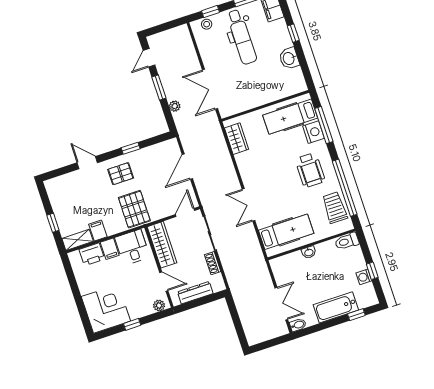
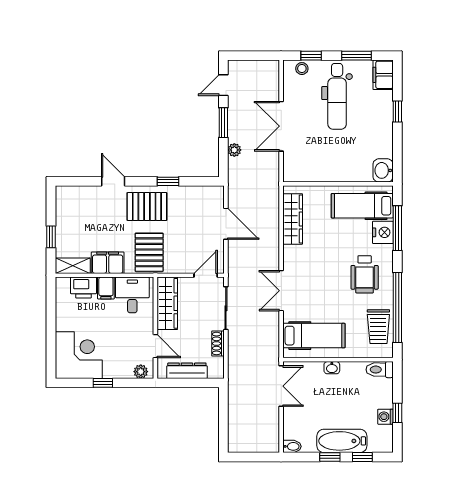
washbasin: (289, 58) -> (383, 170), moved
double door: (210, 89) -> (281, 126), moved
wardrobe: (237, 139) -> (293, 219), width x1.50
door: (187, 167) -> (226, 224), swing flipped
pallet: (121, 174) -> (147, 206), width x1.50, depth x1.42
trolley: (335, 208) -> (378, 327), turned 180
filing cabinet: (98, 230) -> (108, 263), width x2.00
double door: (281, 304) -> (281, 386), moved
window: (331, 323) -> (330, 457), added

